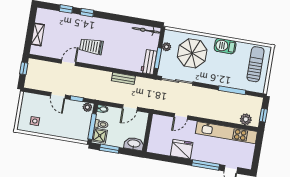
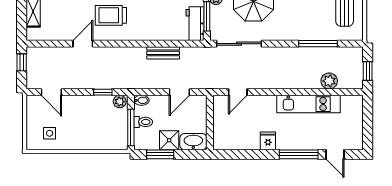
door: (58, 96) -> (51, 92), moved
door: (181, 116) -> (238, 92), moved
plant: (246, 119) -> (329, 81), moved
kitchen unit: (226, 133) -> (309, 104), width x0.73
shower: (100, 136) -> (169, 140), moved
fridge: (182, 149) -> (268, 141), width x0.53, depth x0.75

